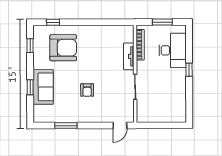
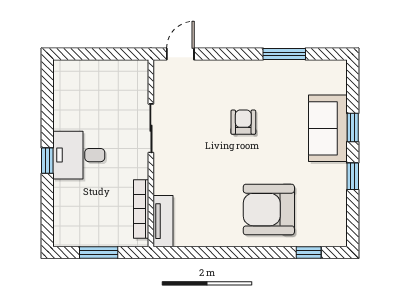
window: (30, 46) -> (353, 176), moved
armchair: (63, 48) -> (269, 210), moved
desk: (173, 50) -> (79, 155), moved, width x0.73
tv unit: (129, 56) -> (163, 221), moved

